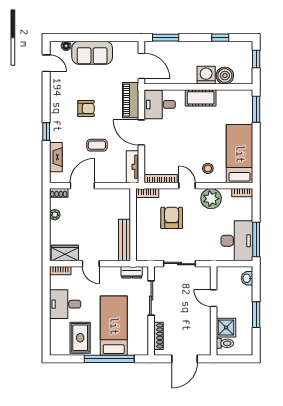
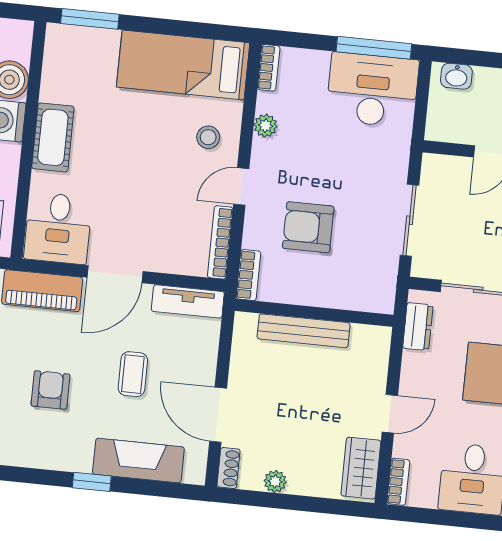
fireplace: (56, 157) -> (138, 461), width x1.37, depth x1.32
plant: (211, 199) -> (266, 126), width x0.53, depth x0.53
bench: (124, 240) -> (304, 331), moved

